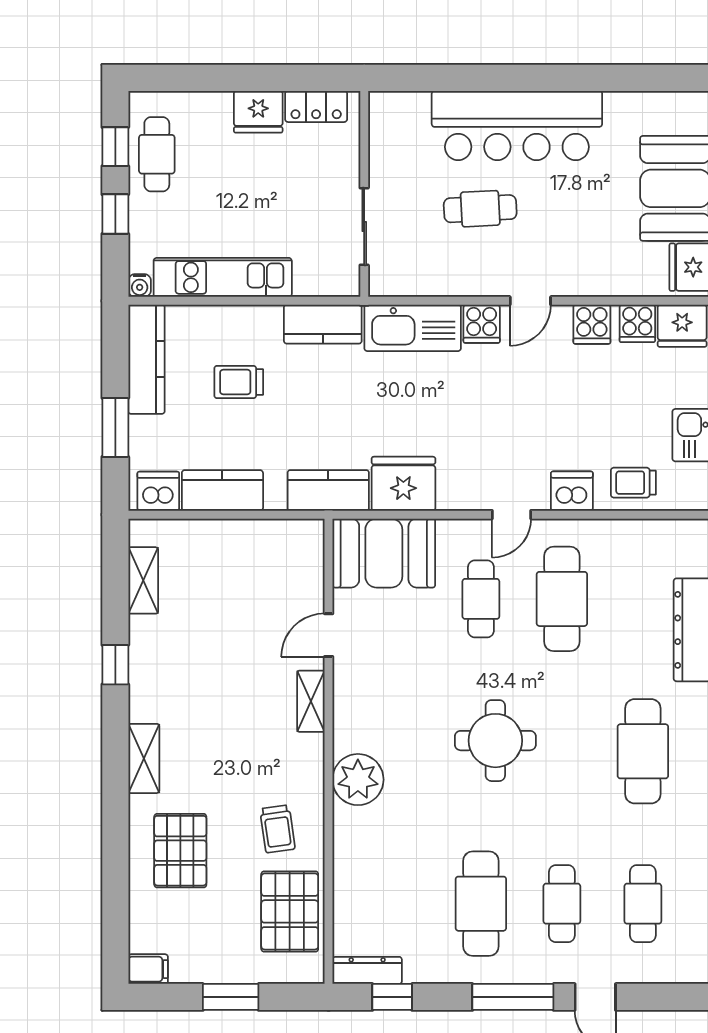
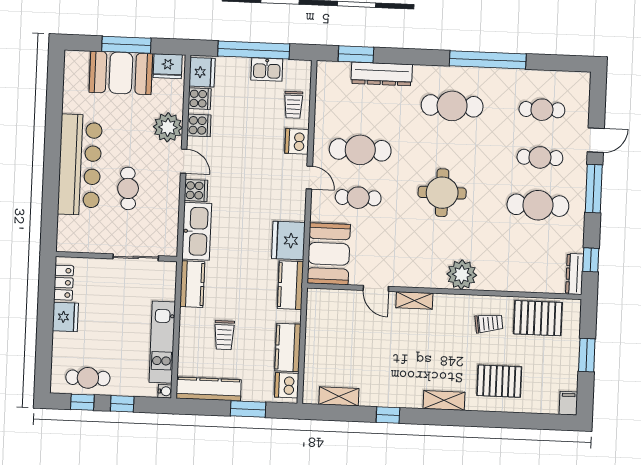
plant: (586, 272) -> (168, 127), added

